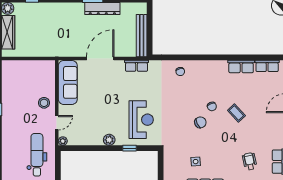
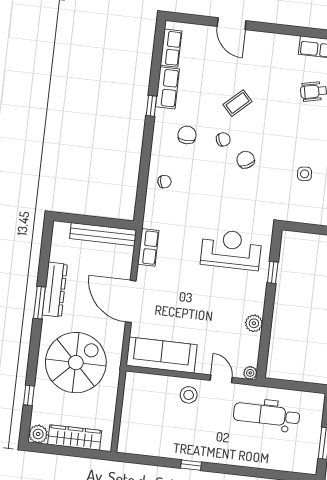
spiral stairs: (57, 27) -> (76, 363), added
window: (228, 57) -> (151, 106), added
chair: (212, 83) -> (187, 135), added
plant: (109, 140) -> (254, 323), moved

